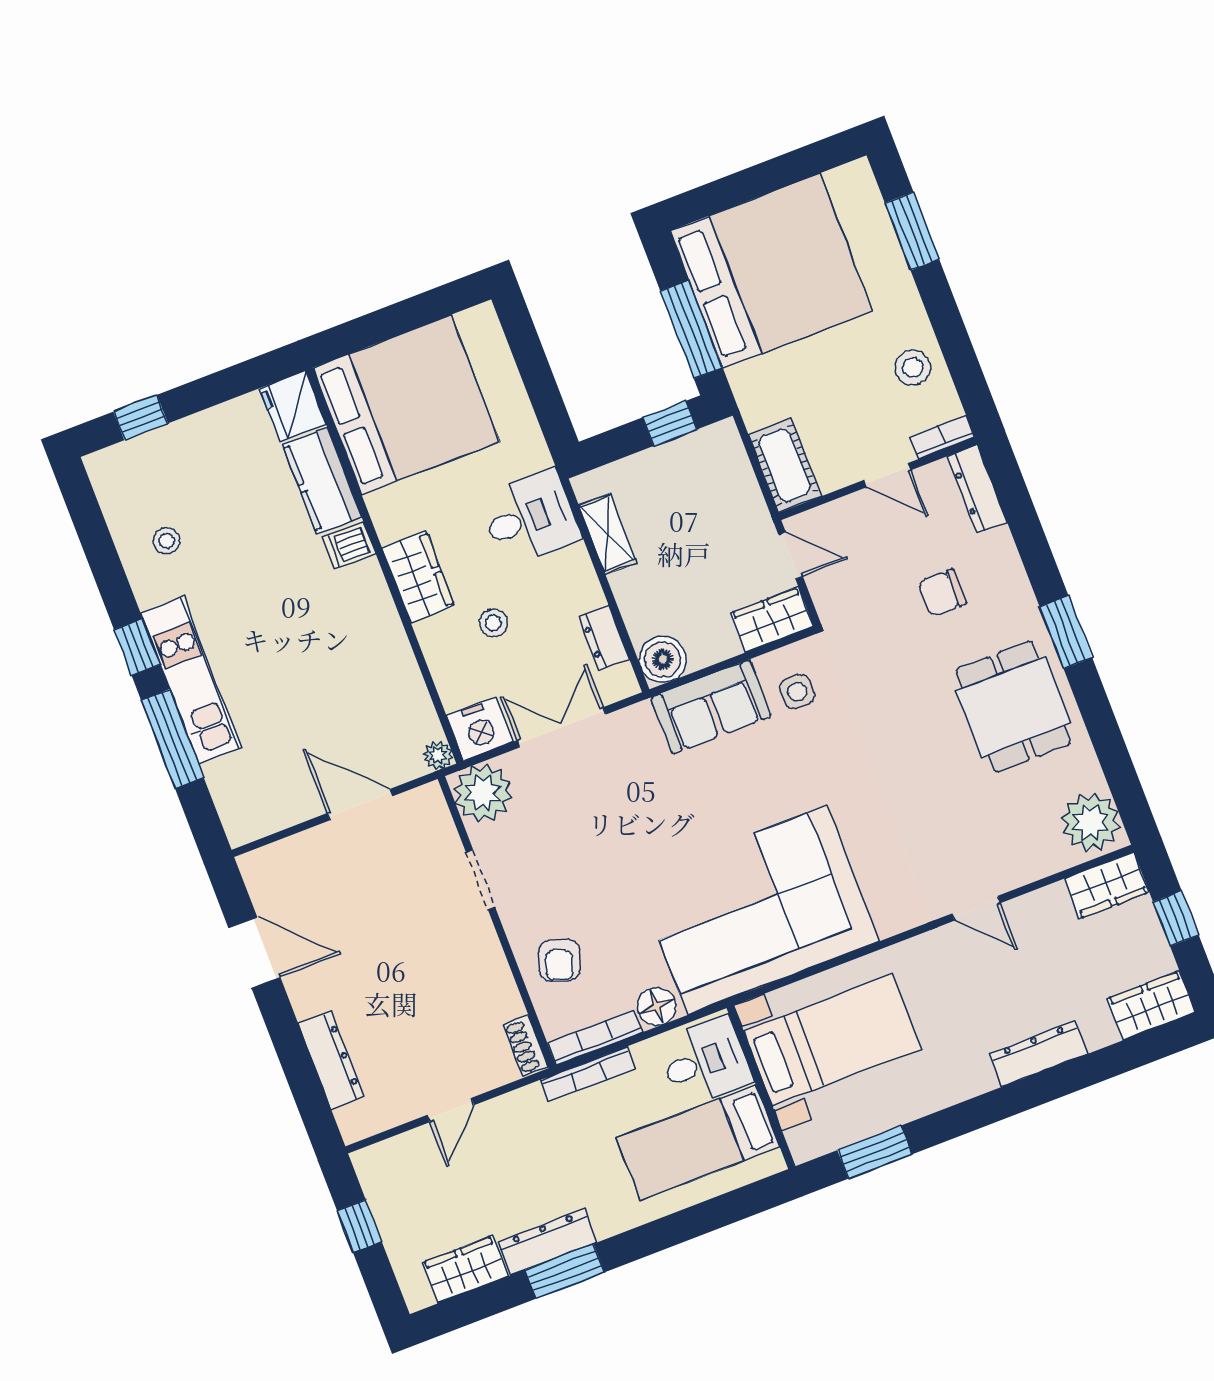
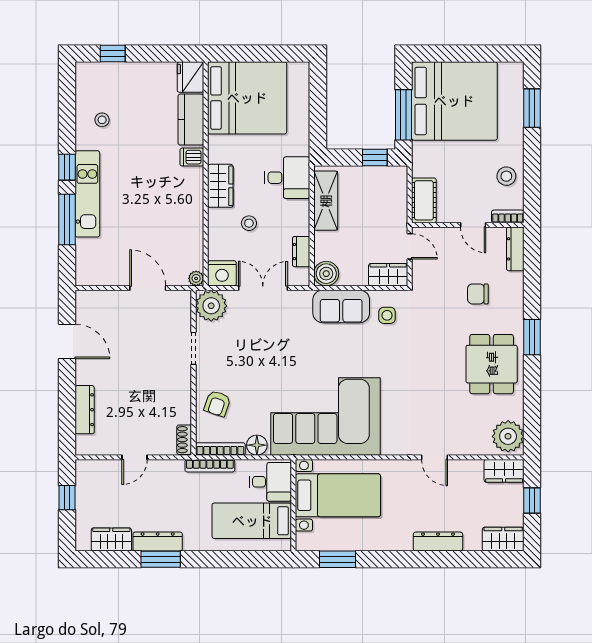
shelving: (608, 534) -> (326, 201), width x1.50, depth x1.33

